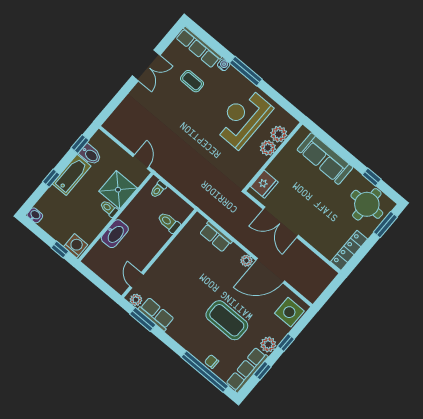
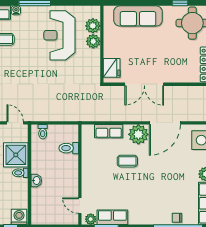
washbasin: (115, 234) -> (36, 181), width x0.52, depth x0.69
plant: (246, 261) -> (138, 134), width x1.87, depth x1.87
coffee table: (227, 320) -> (127, 161), moved, width x0.54, depth x0.58

